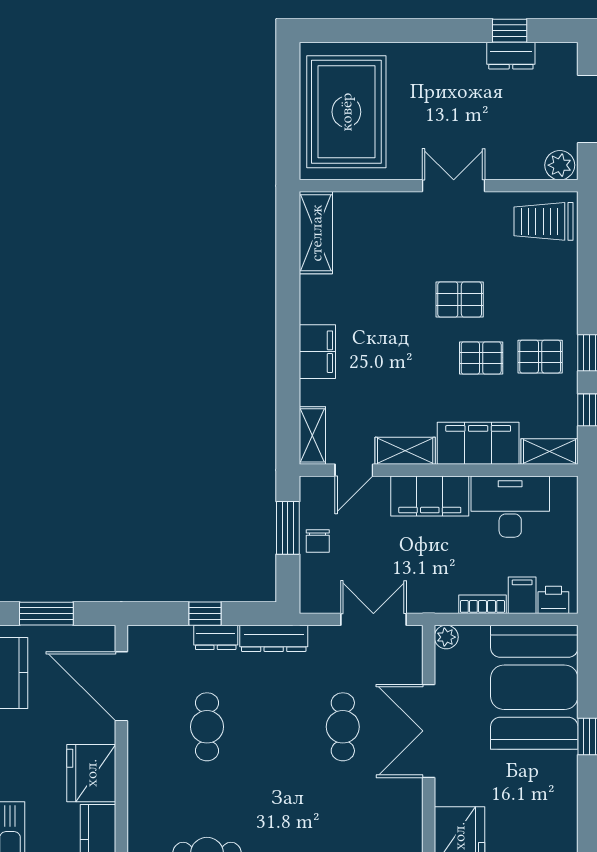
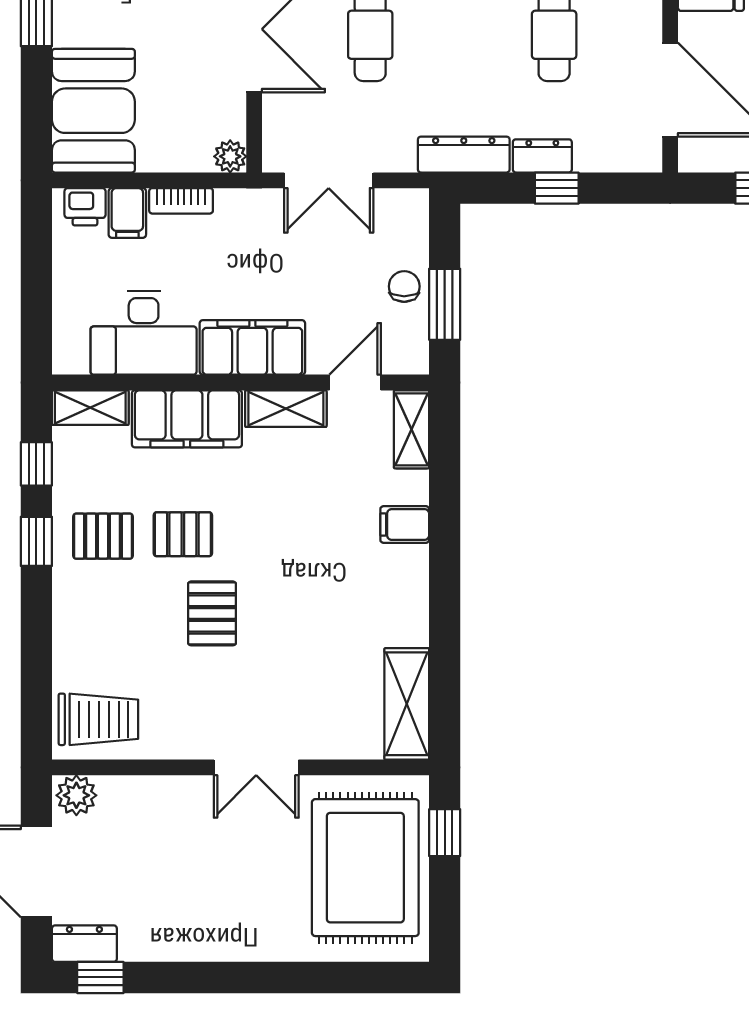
window: (510, 31) -> (100, 977), moved
dresser: (511, 56) -> (84, 944), moved
window: (288, 138) -> (445, 833), added
double door: (454, 186) -> (256, 767), moved
pallet: (460, 299) -> (212, 613), turned 90
filing cabinet: (317, 352) -> (405, 524), width x0.50
booth: (534, 687) -> (93, 111), width x0.73, depth x0.70

